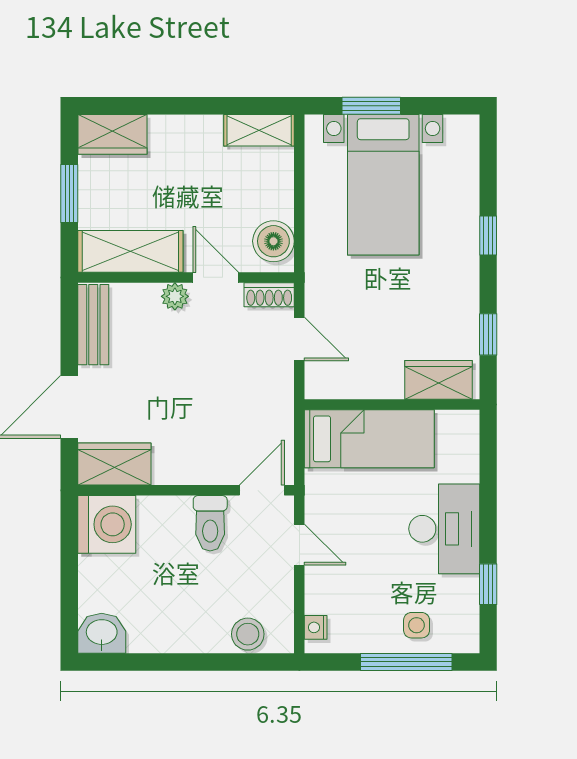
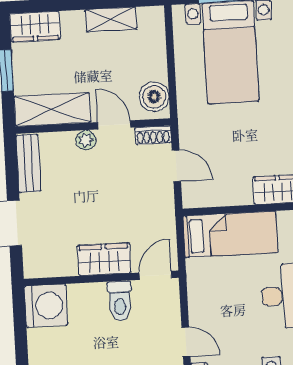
shelving: (259, 130) -> (111, 19), moved
wardrobe: (114, 464) -> (104, 259), moved
door: (299, 545) -> (186, 342), moved

